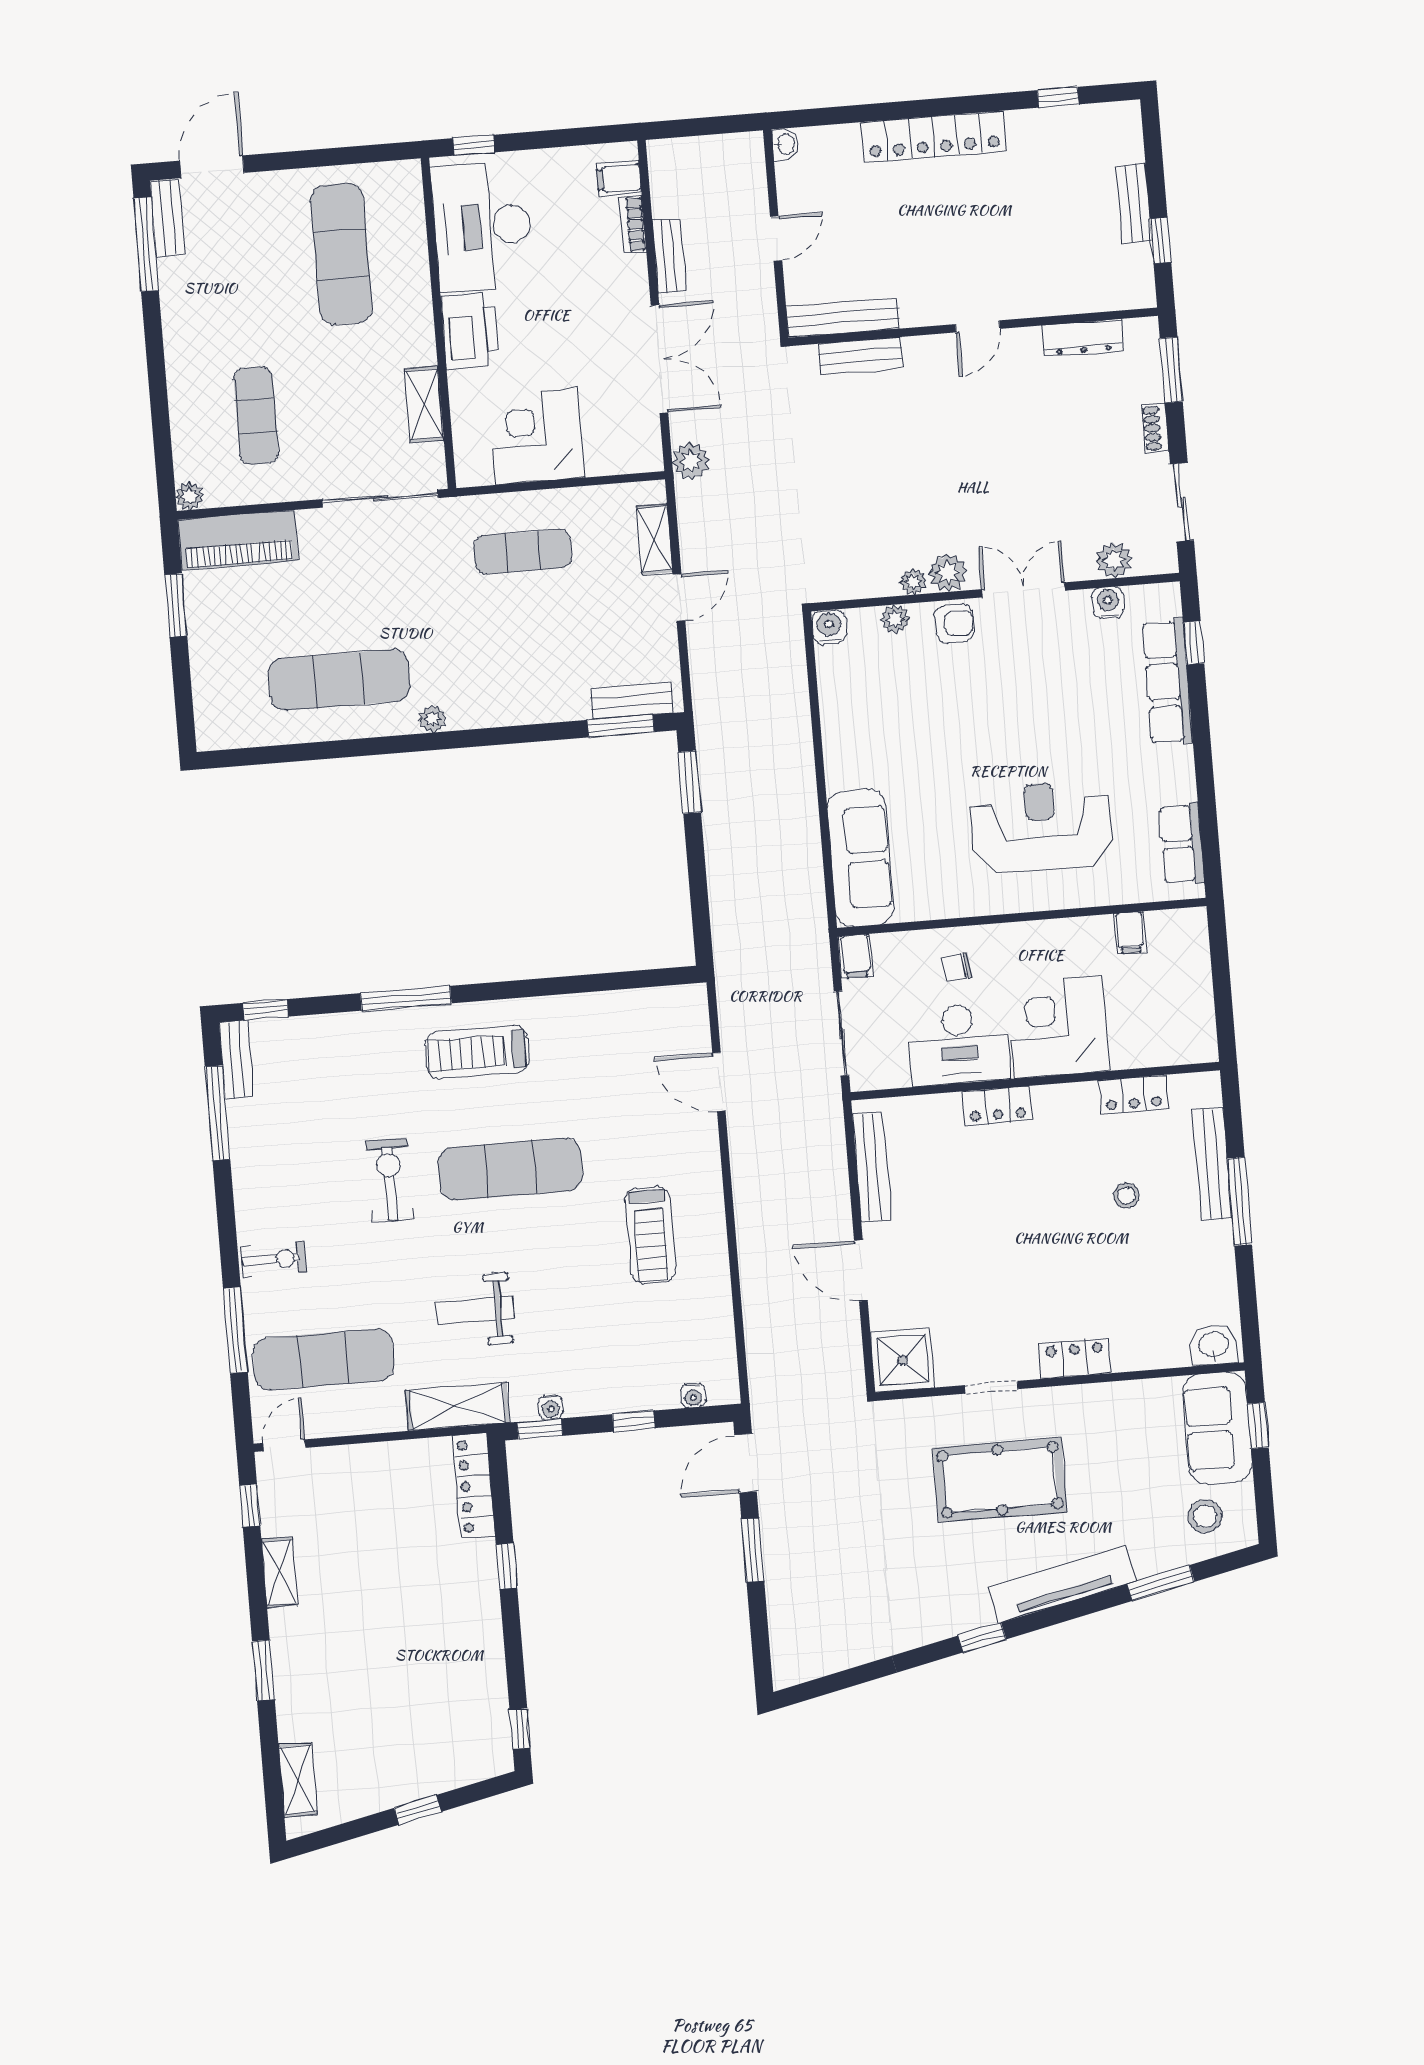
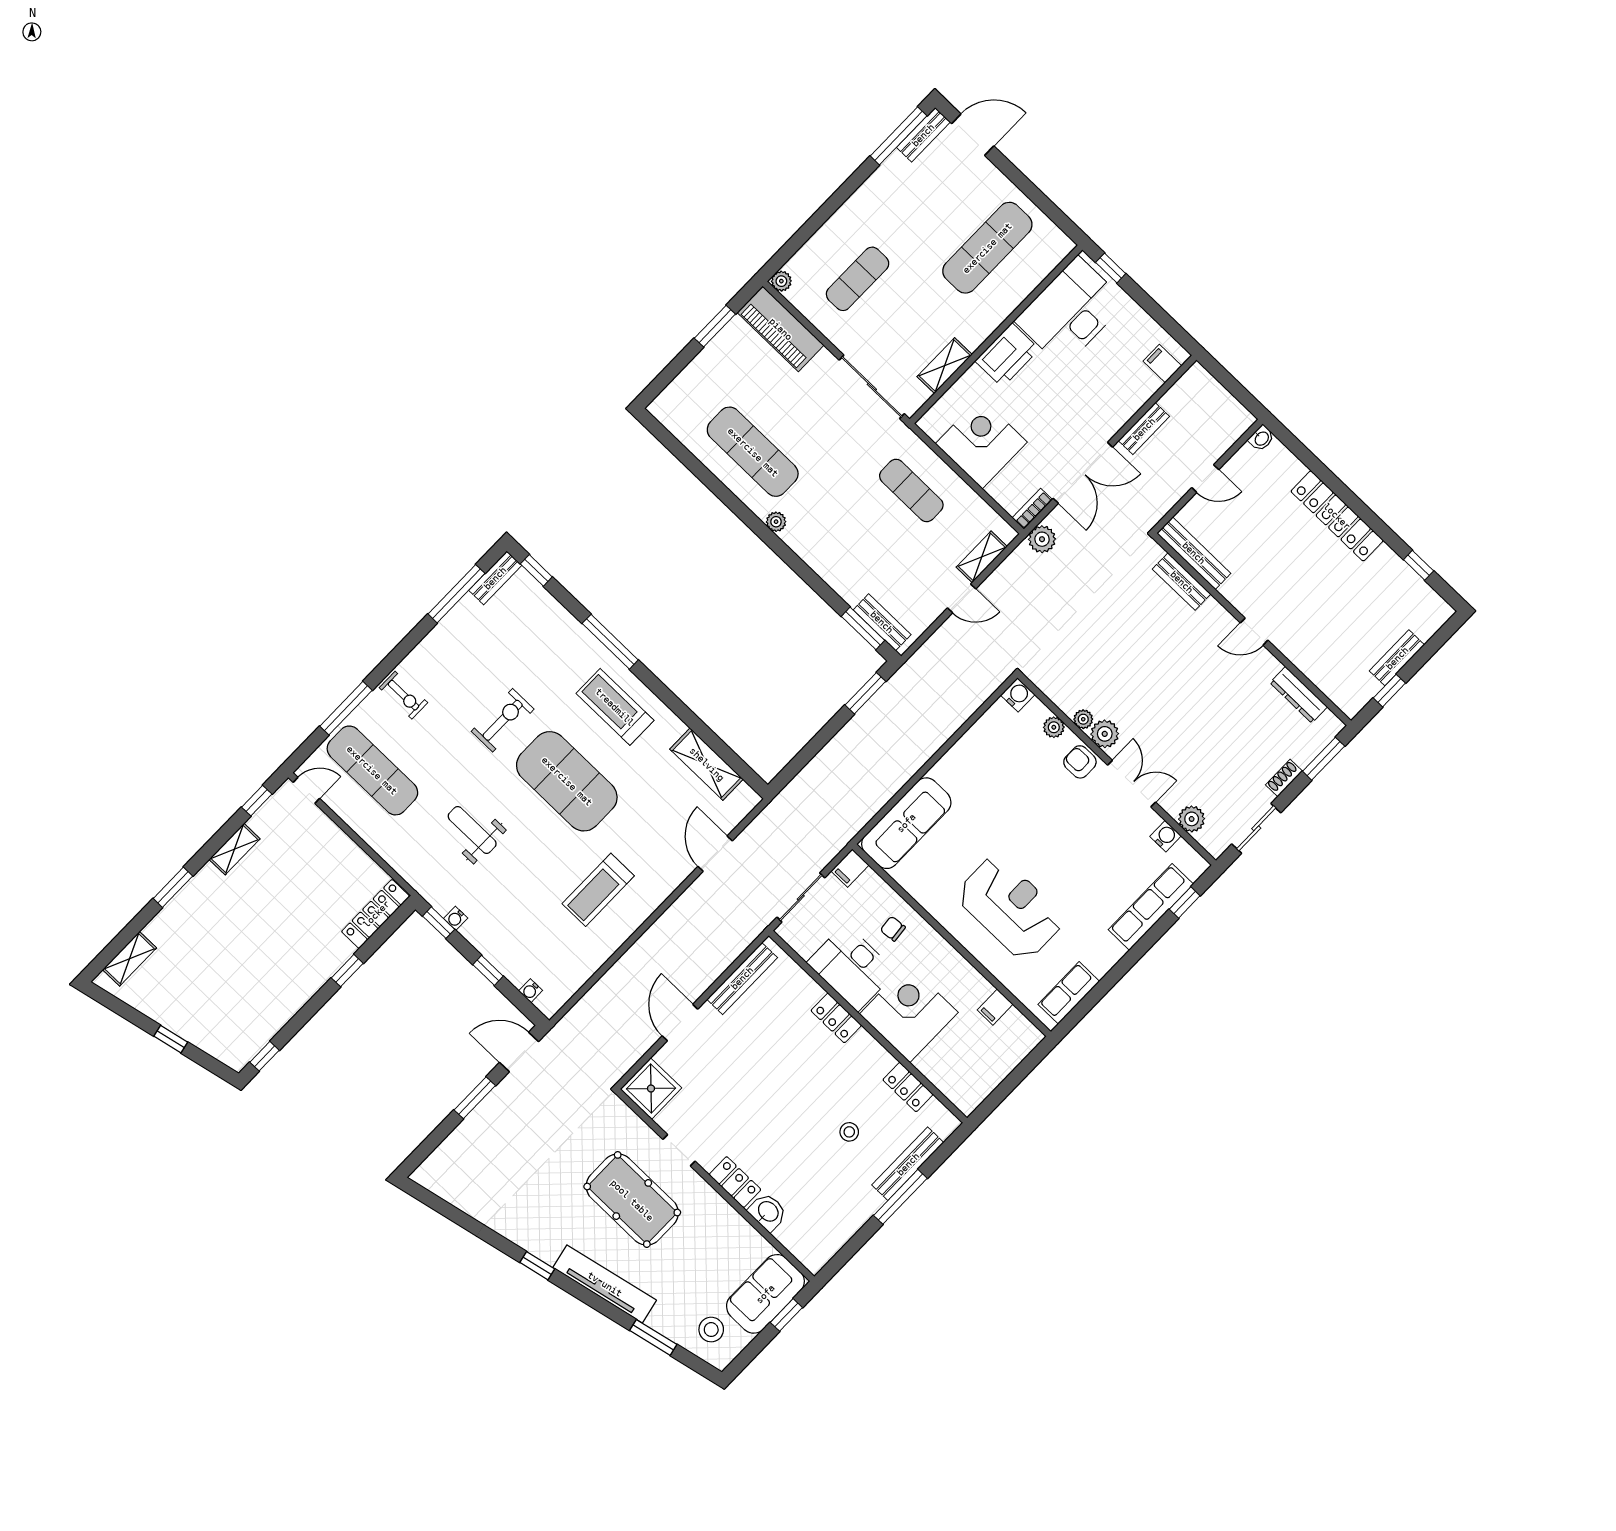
bookcase: (633, 225) -> (1032, 509), moved
armchair: (954, 623) -> (1080, 762), turned 180
exercise mat: (510, 1169) -> (567, 781), width x1.47
washbasin: (1214, 1345) -> (768, 1212), moved
shelving: (458, 1406) -> (707, 764), moved

